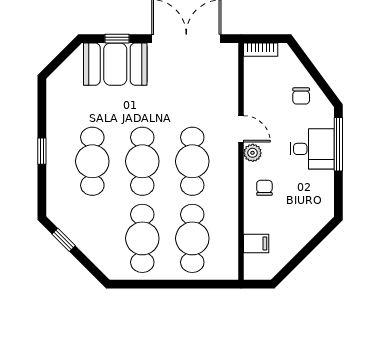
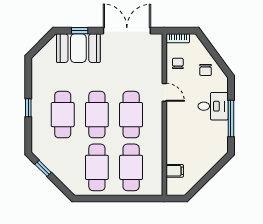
window: (338, 144) -> (231, 118), moved
plant: (253, 153) -> (172, 109), removed
chair: (264, 188) -> (178, 63), moved

